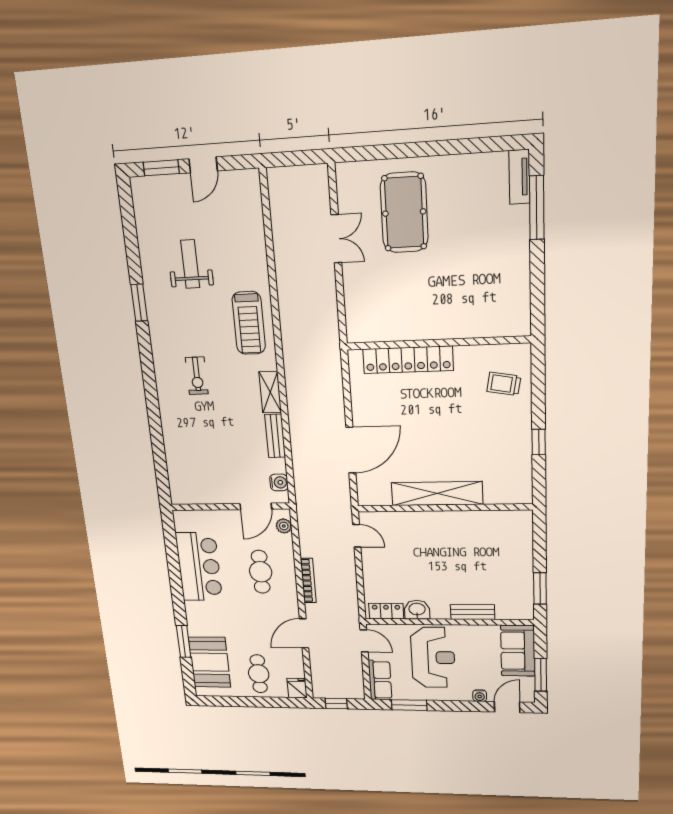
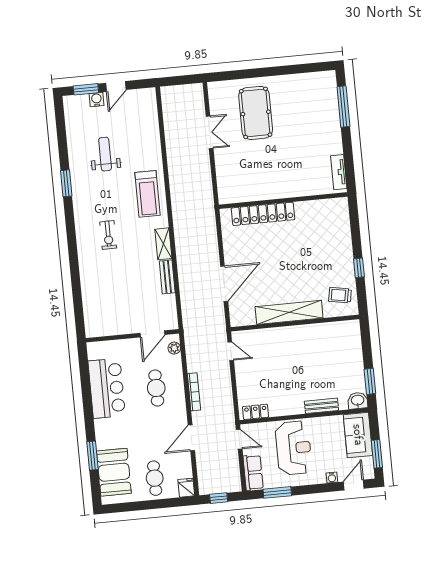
tv unit: (519, 177) -> (339, 172), moved
trolley: (504, 384) -> (340, 295), moved
water cooler: (279, 482) -> (97, 99), moved, turned -90
washbasin: (417, 610) -> (358, 401), moved

